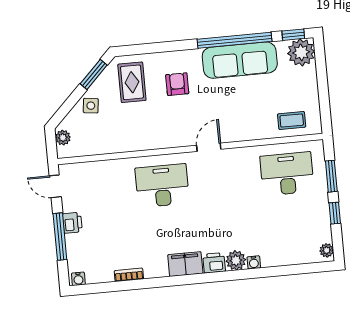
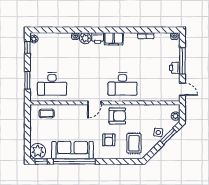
window: (94, 74) -> (168, 136), moved
armchair: (166, 128) -> (117, 116), added
window: (335, 213) -> (27, 47), moved

